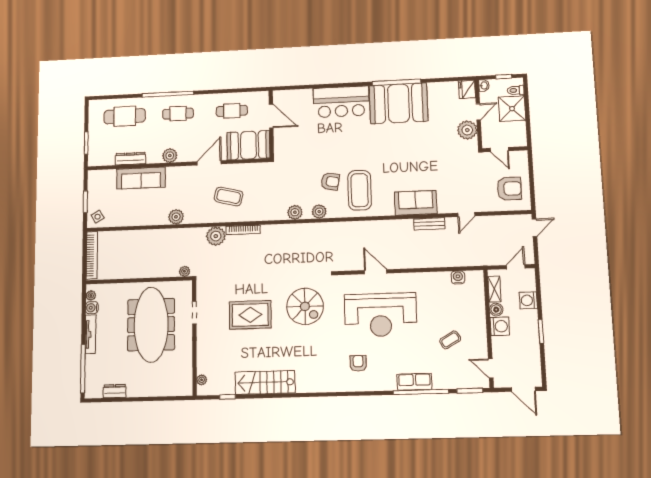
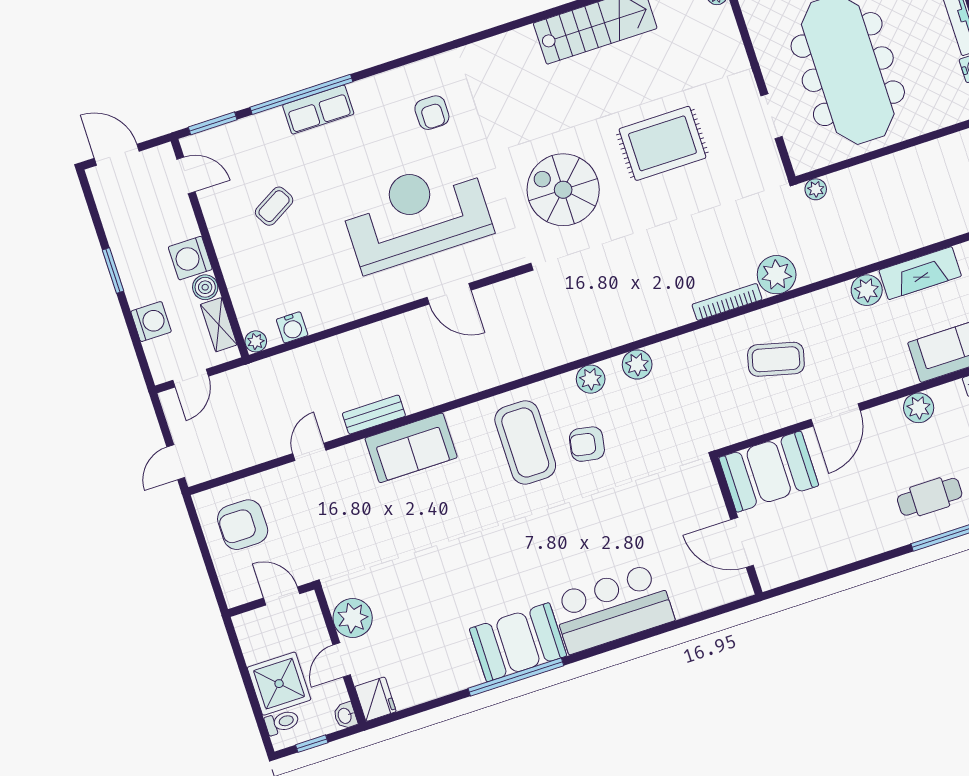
booth: (399, 103) -> (518, 642), width x0.73, depth x0.70
cafe table: (232, 111) -> (823, 532), removed
fireplace: (149, 218) -> (920, 273), added
plant: (478, 276) -> (256, 341), added

